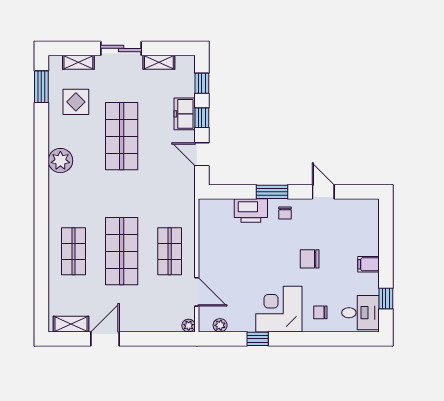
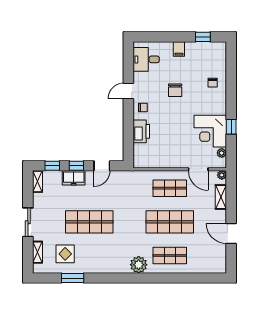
shelving: (159, 62) -> (38, 181), moved
window: (41, 87) -> (73, 278), moved
plant: (60, 161) -> (139, 265), moved
window: (272, 192) -> (128, 117), removed
door: (323, 192) -> (128, 91), moved
door: (197, 292) -> (198, 169), swing flipped
corner desk: (279, 309) -> (210, 131), moved
desk: (360, 313) -> (146, 59), moved, turned -90
shelving: (71, 324) -> (221, 197), moved

